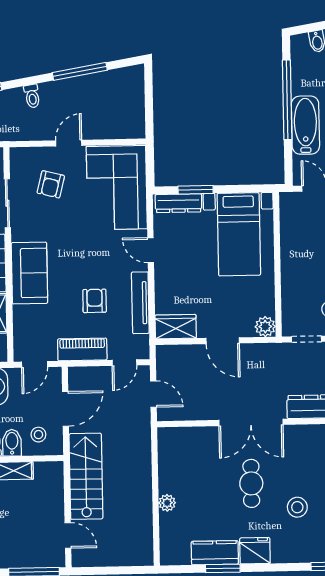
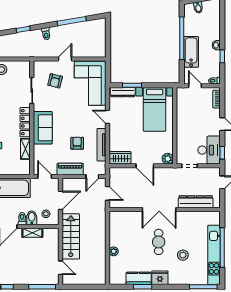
door: (35, 364) -> (45, 176), swing flipped

